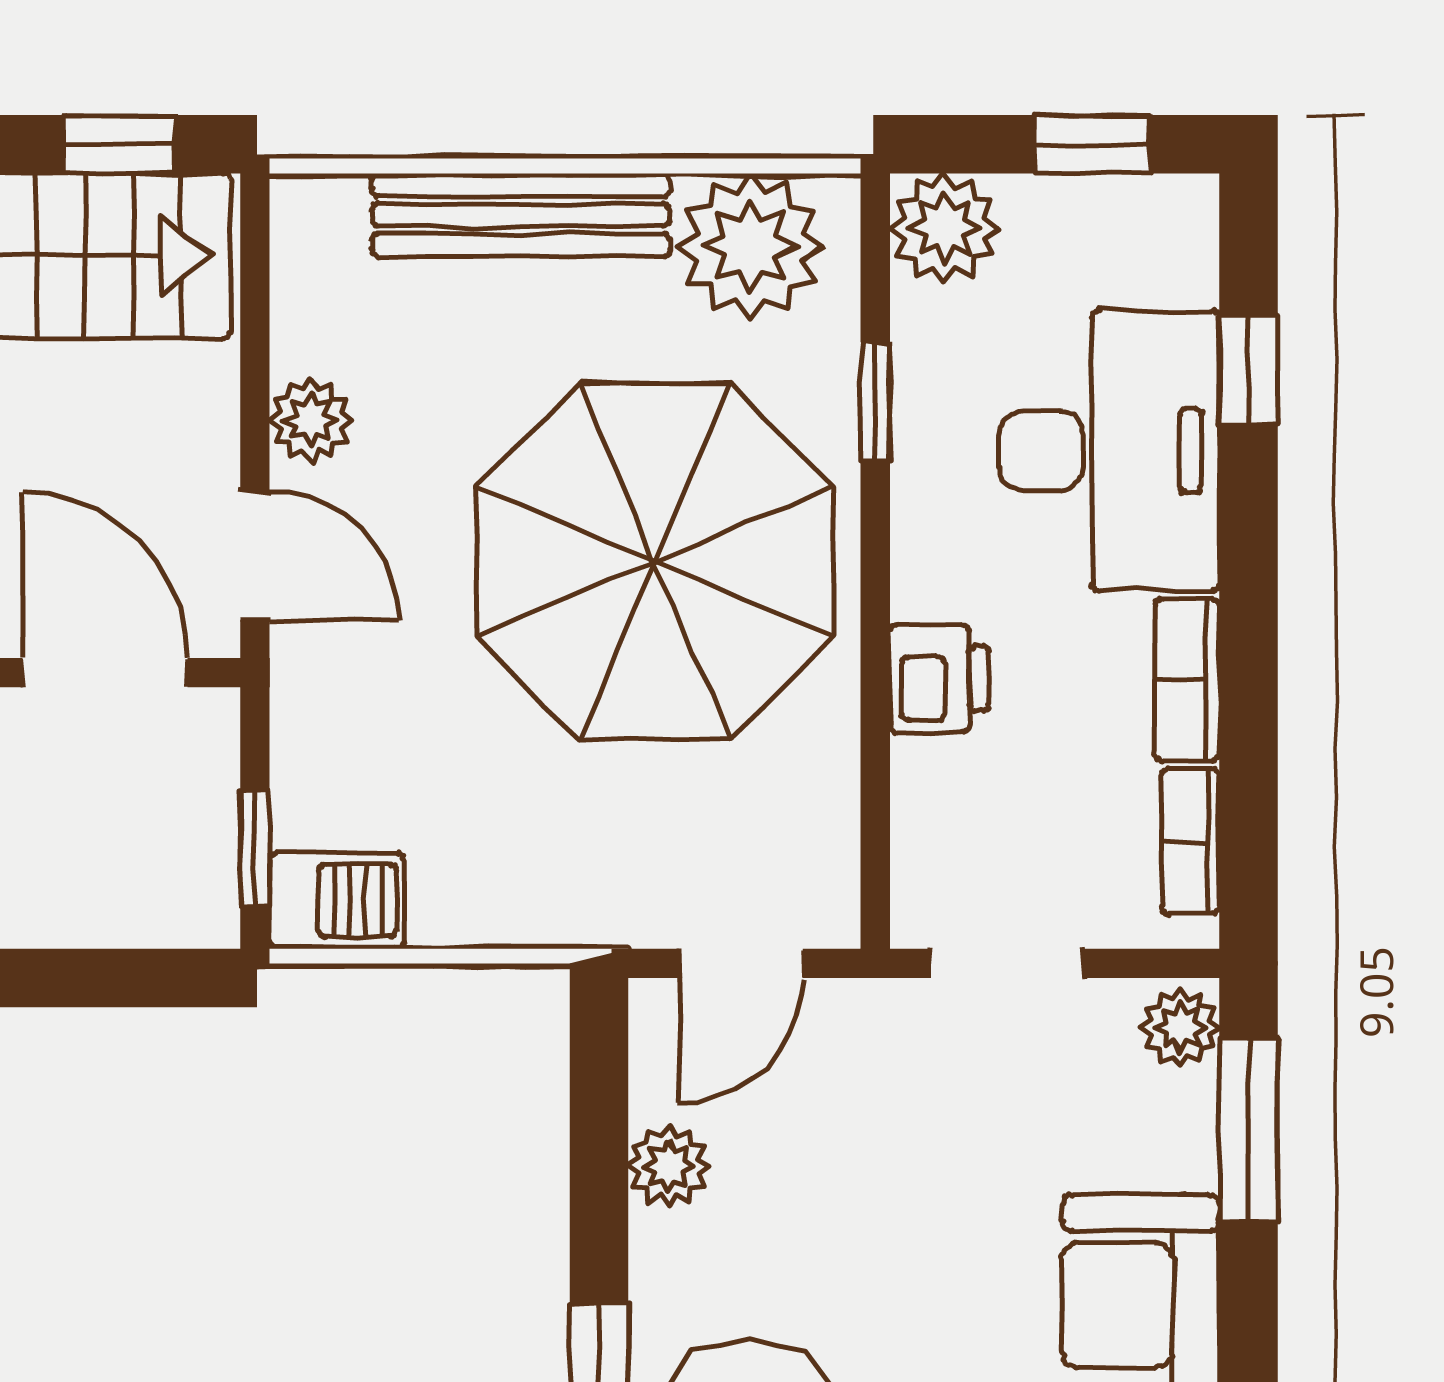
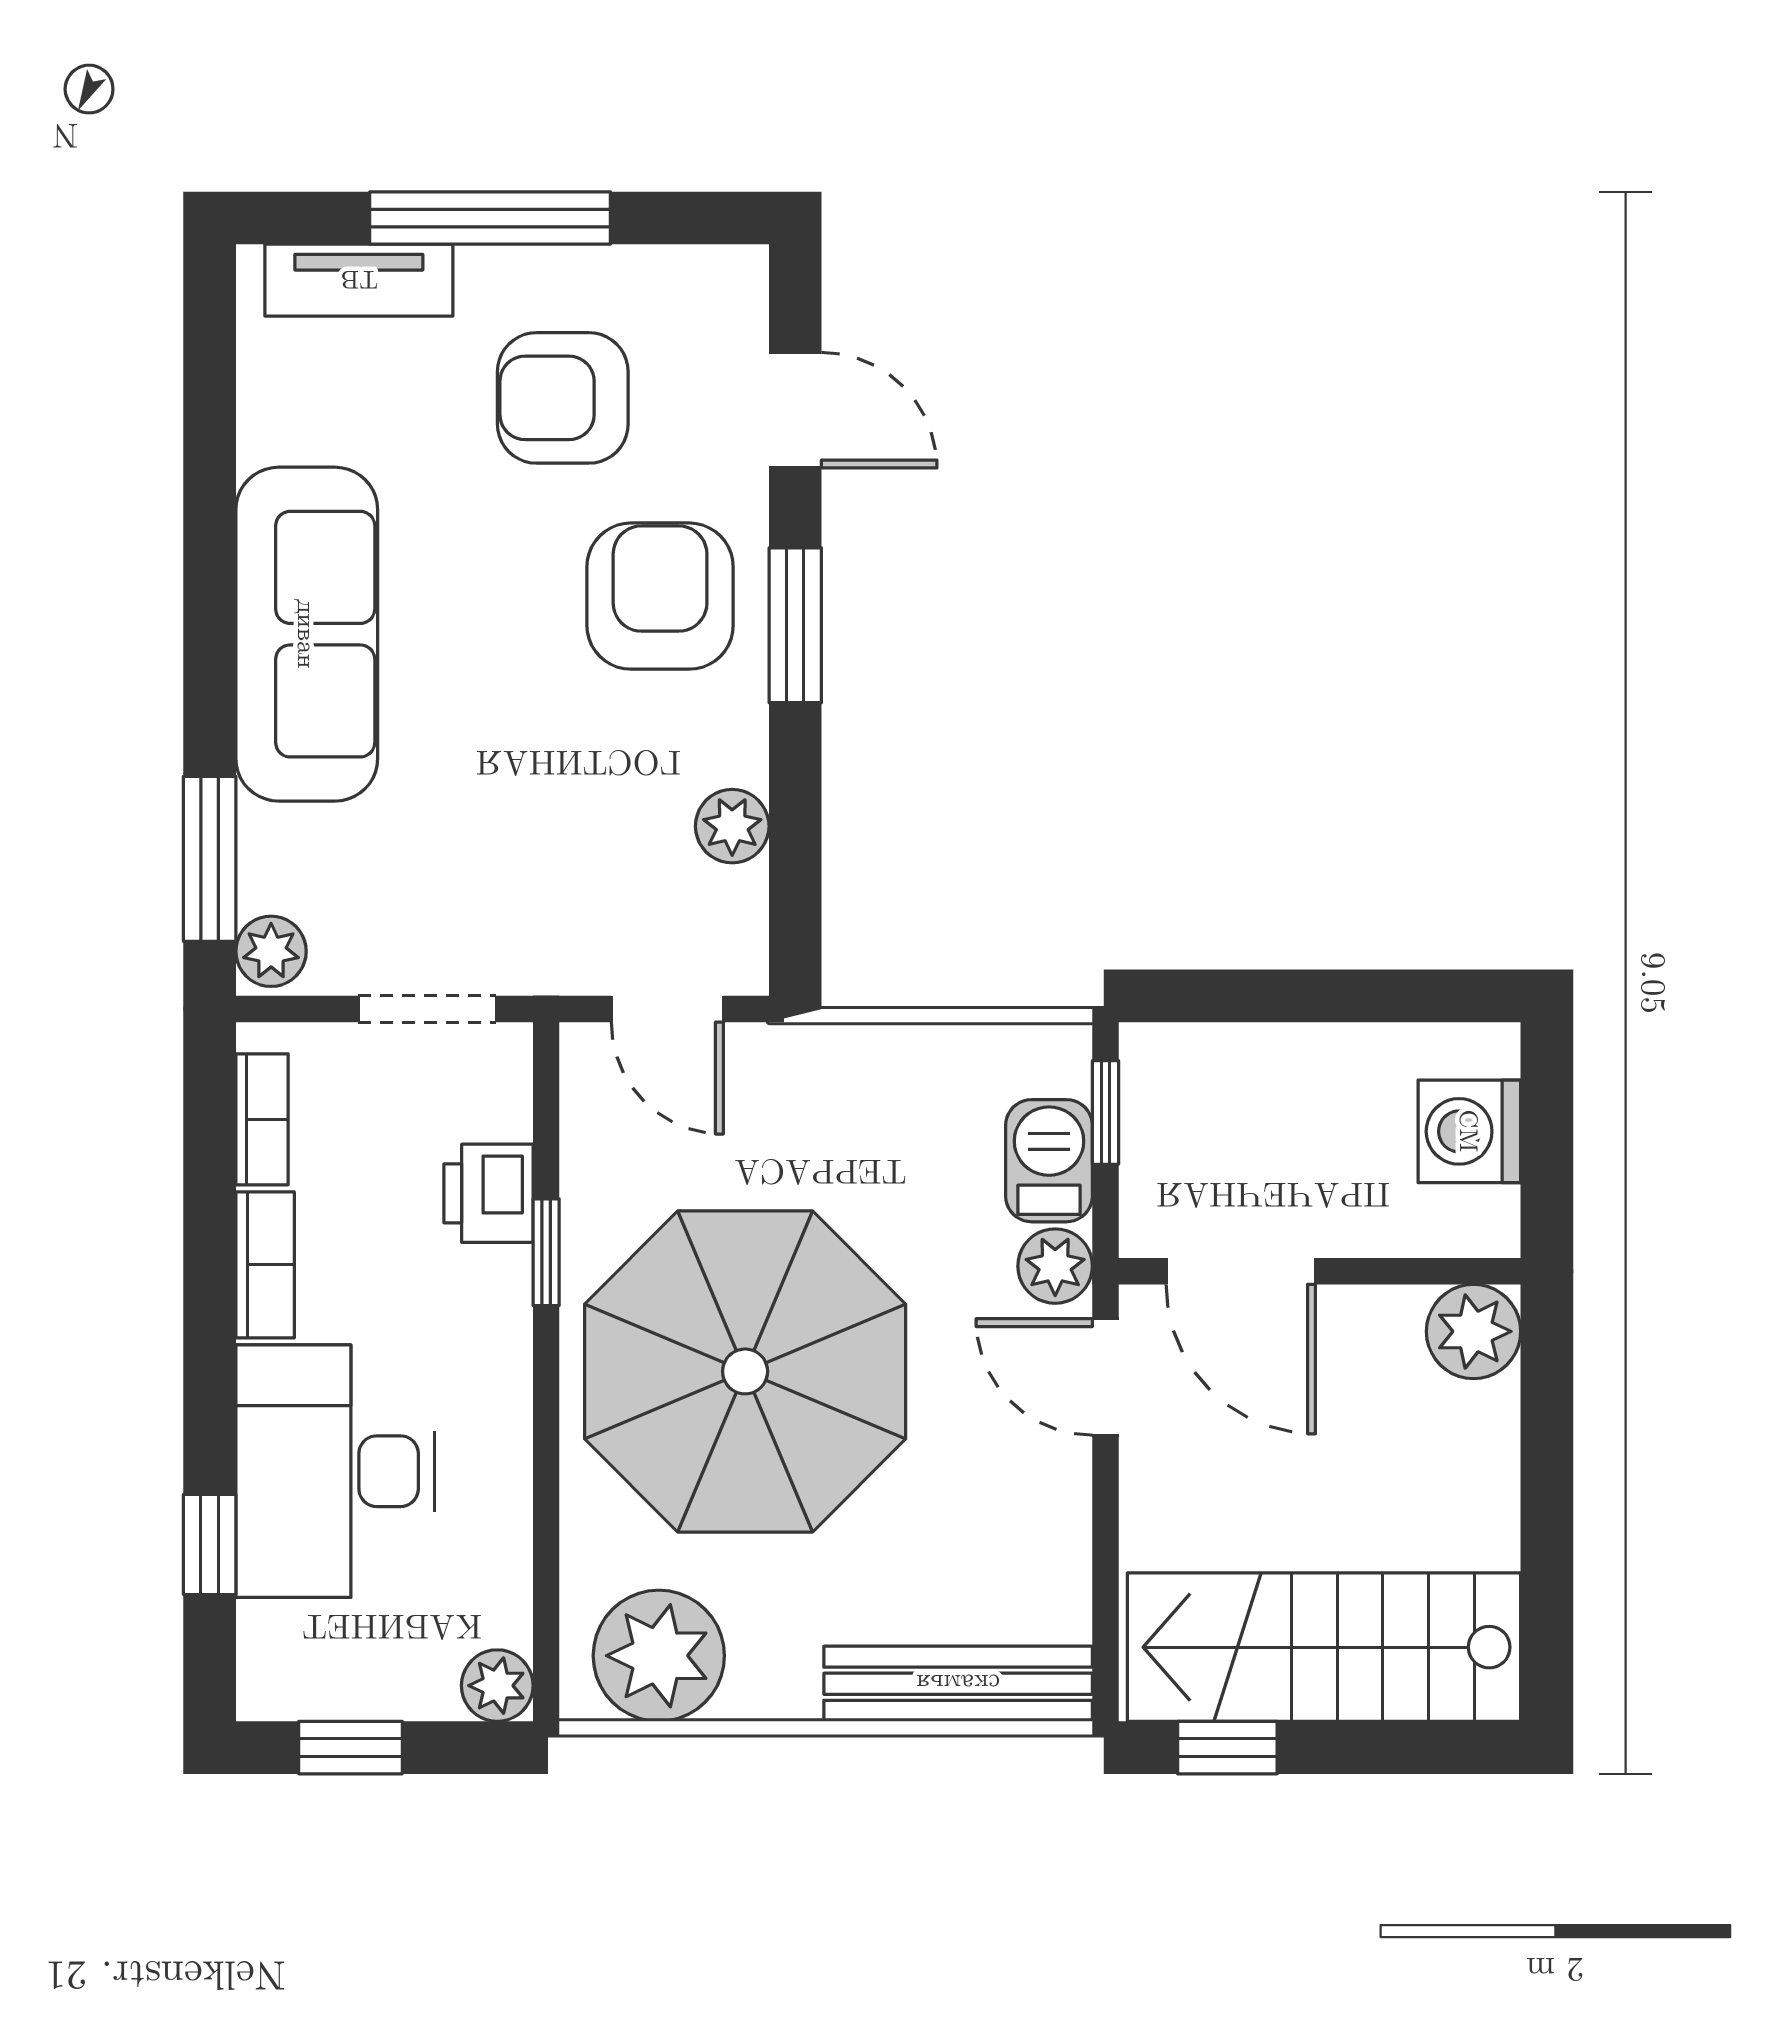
bench: (521, 215) -> (958, 1684), moved
plant: (944, 228) -> (497, 1686), width x0.73, depth x0.73
window: (875, 402) -> (546, 1252), moved
plant: (311, 420) -> (1055, 1266), moved
printer: (939, 679) -> (488, 1193), moved
barbecue: (337, 901) -> (1049, 1161), moved, turned 90
door: (741, 963) -> (667, 1009), swing flipped

